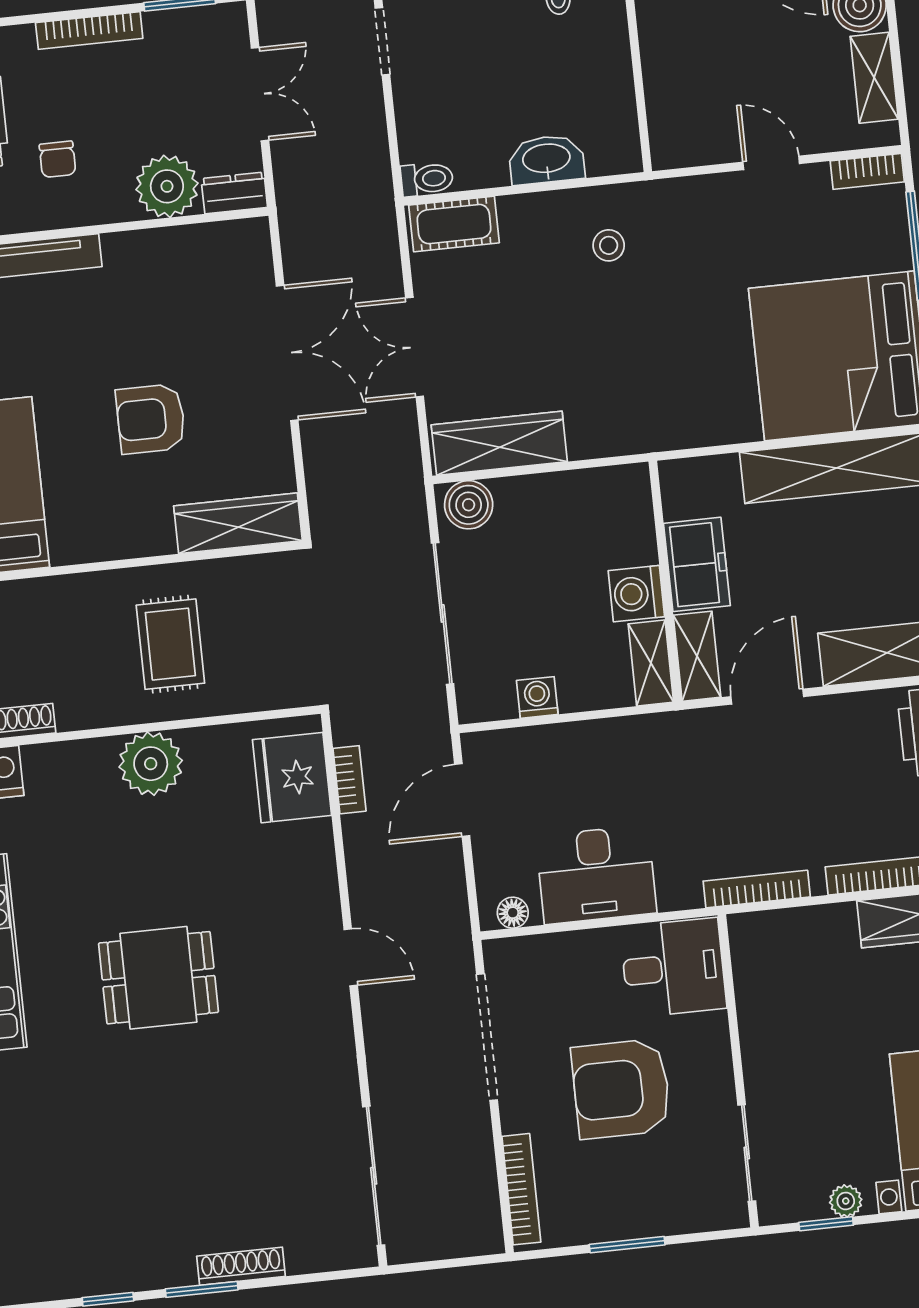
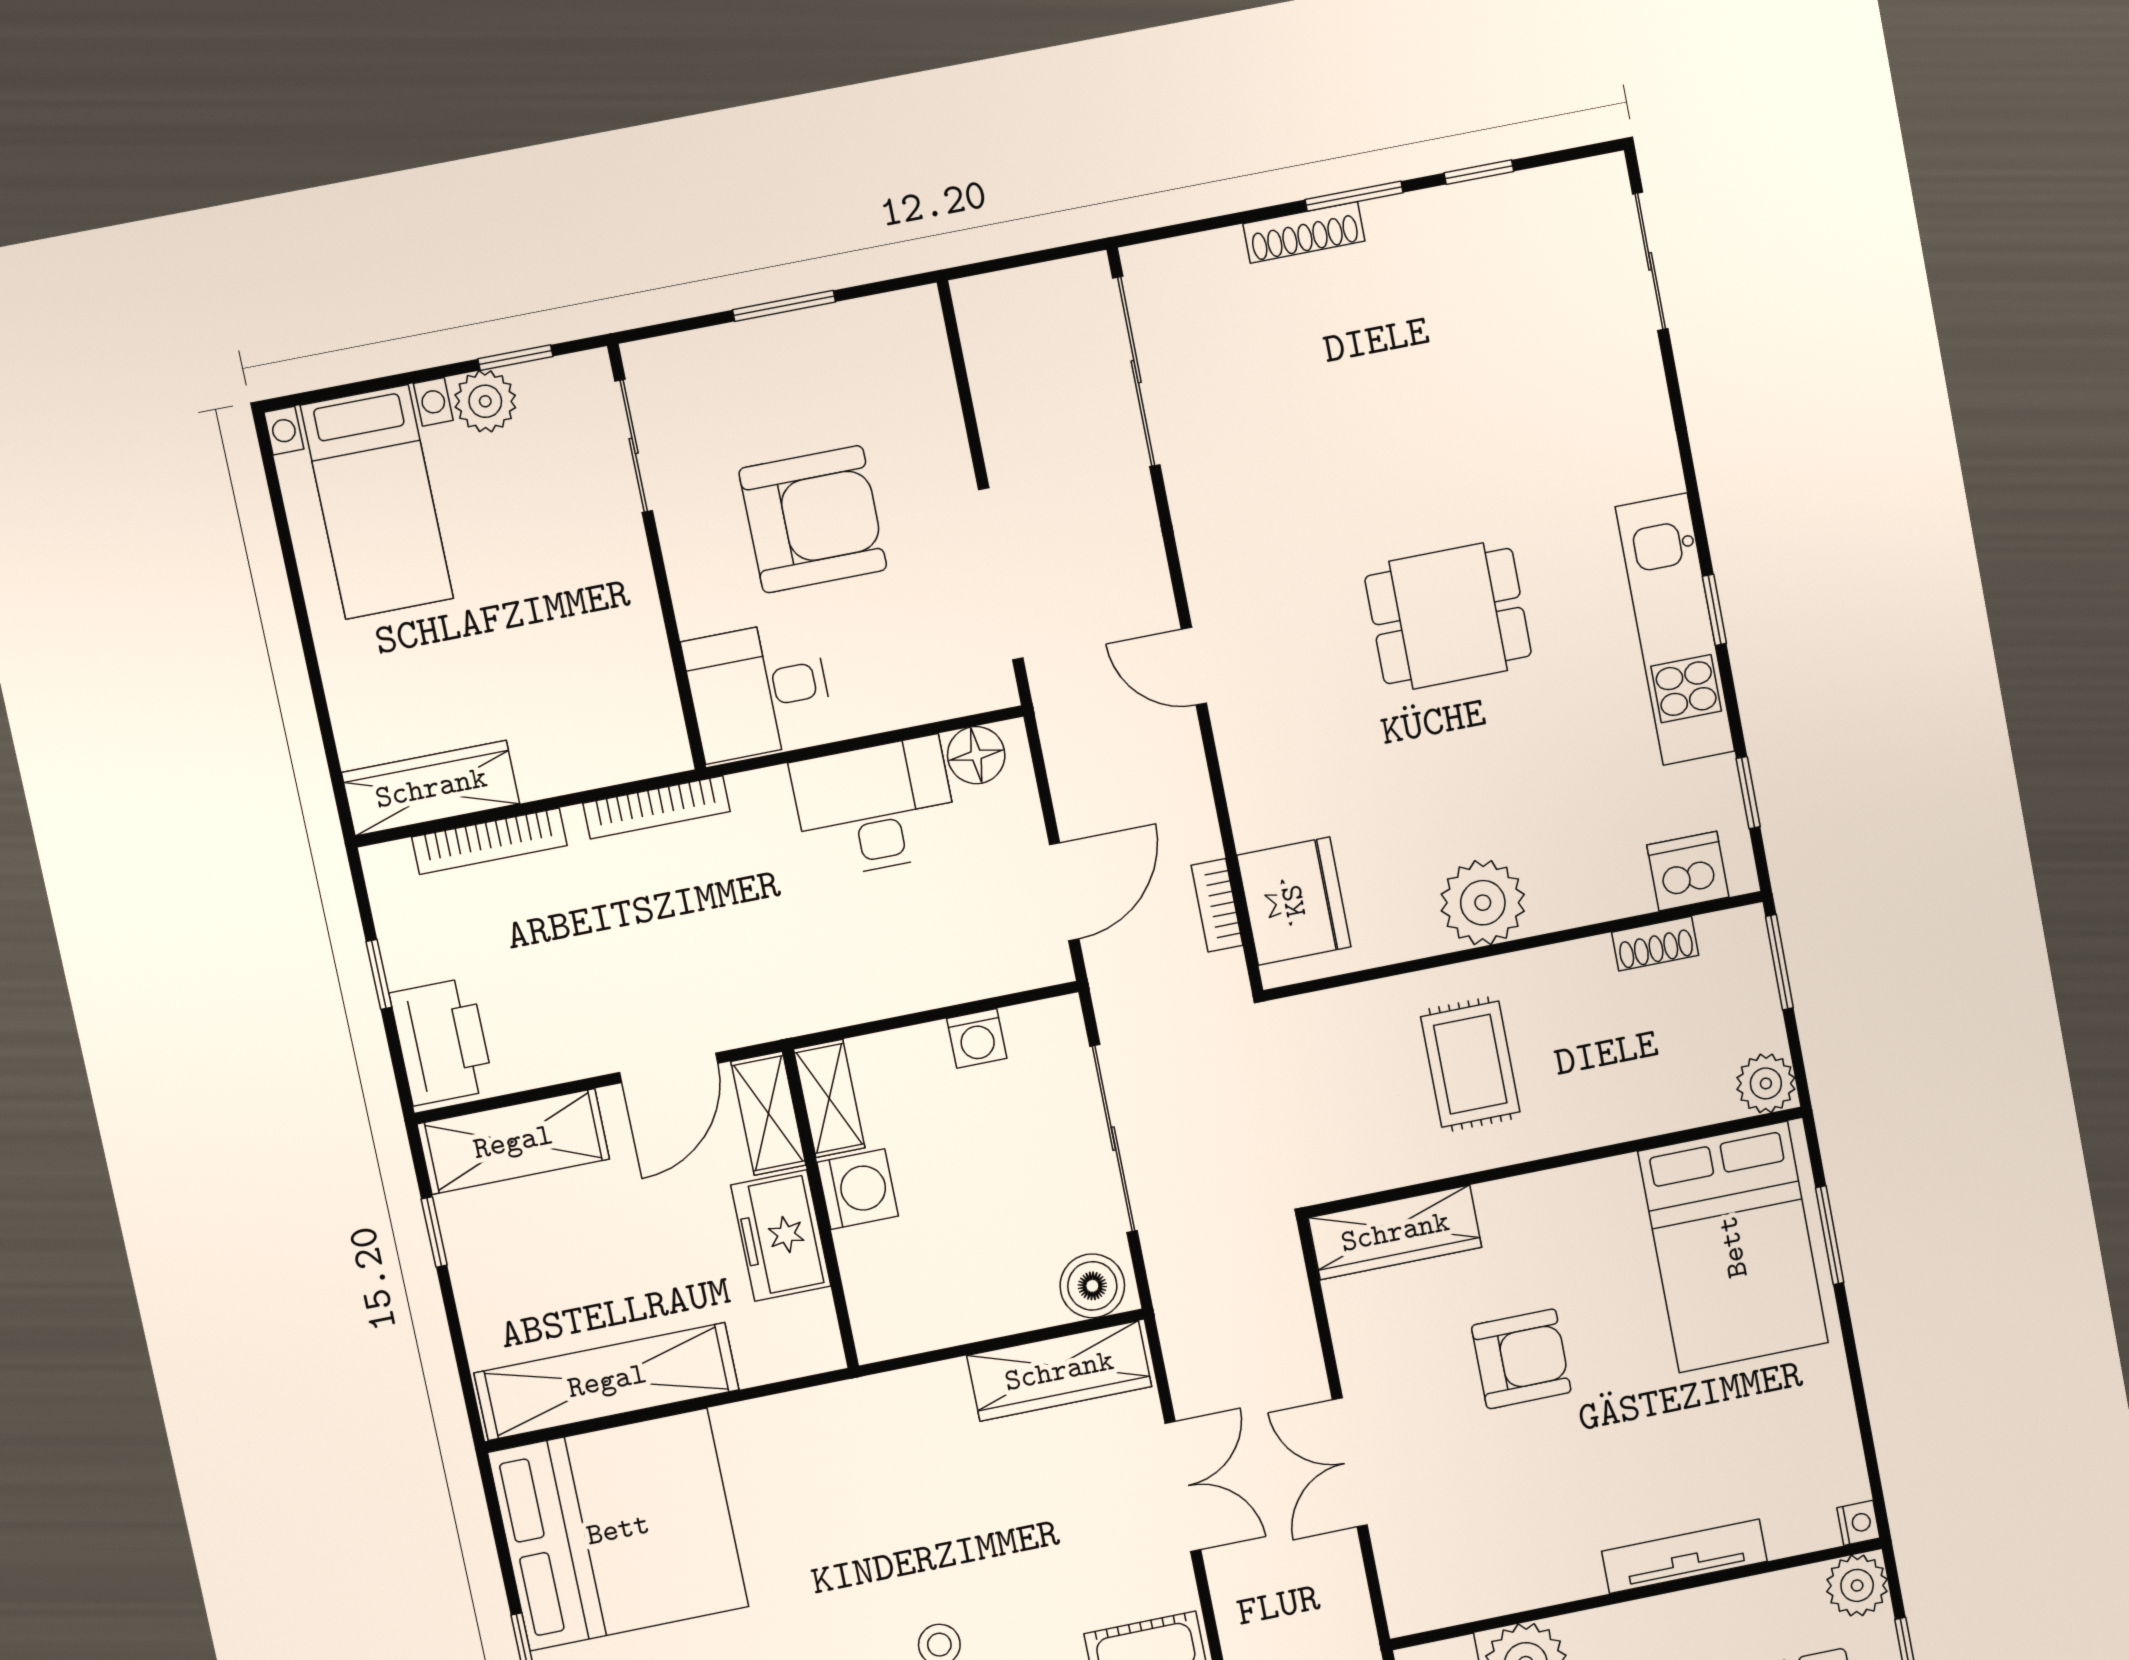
double door: (287, 353) -> (1350, 1462), width x0.73
floor lamp: (513, 913) -> (976, 755), width x1.37, depth x1.37
bookcase: (521, 1189) -> (935, 370), removed
plant: (846, 1201) -> (485, 401), width x1.38, depth x1.38

